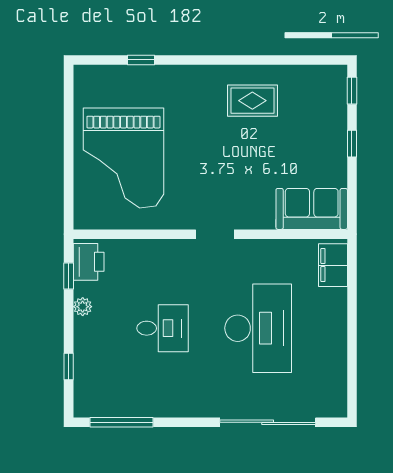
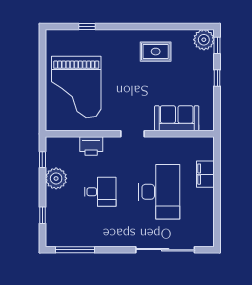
plant: (331, 81) -> (204, 40), added
sofa: (312, 209) -> (177, 118), moved
printer: (89, 262) -> (91, 146), moved, turned 90
filing cabinet: (333, 265) -> (205, 174), moved
plant: (83, 307) -> (56, 178), width x1.87, depth x1.87

